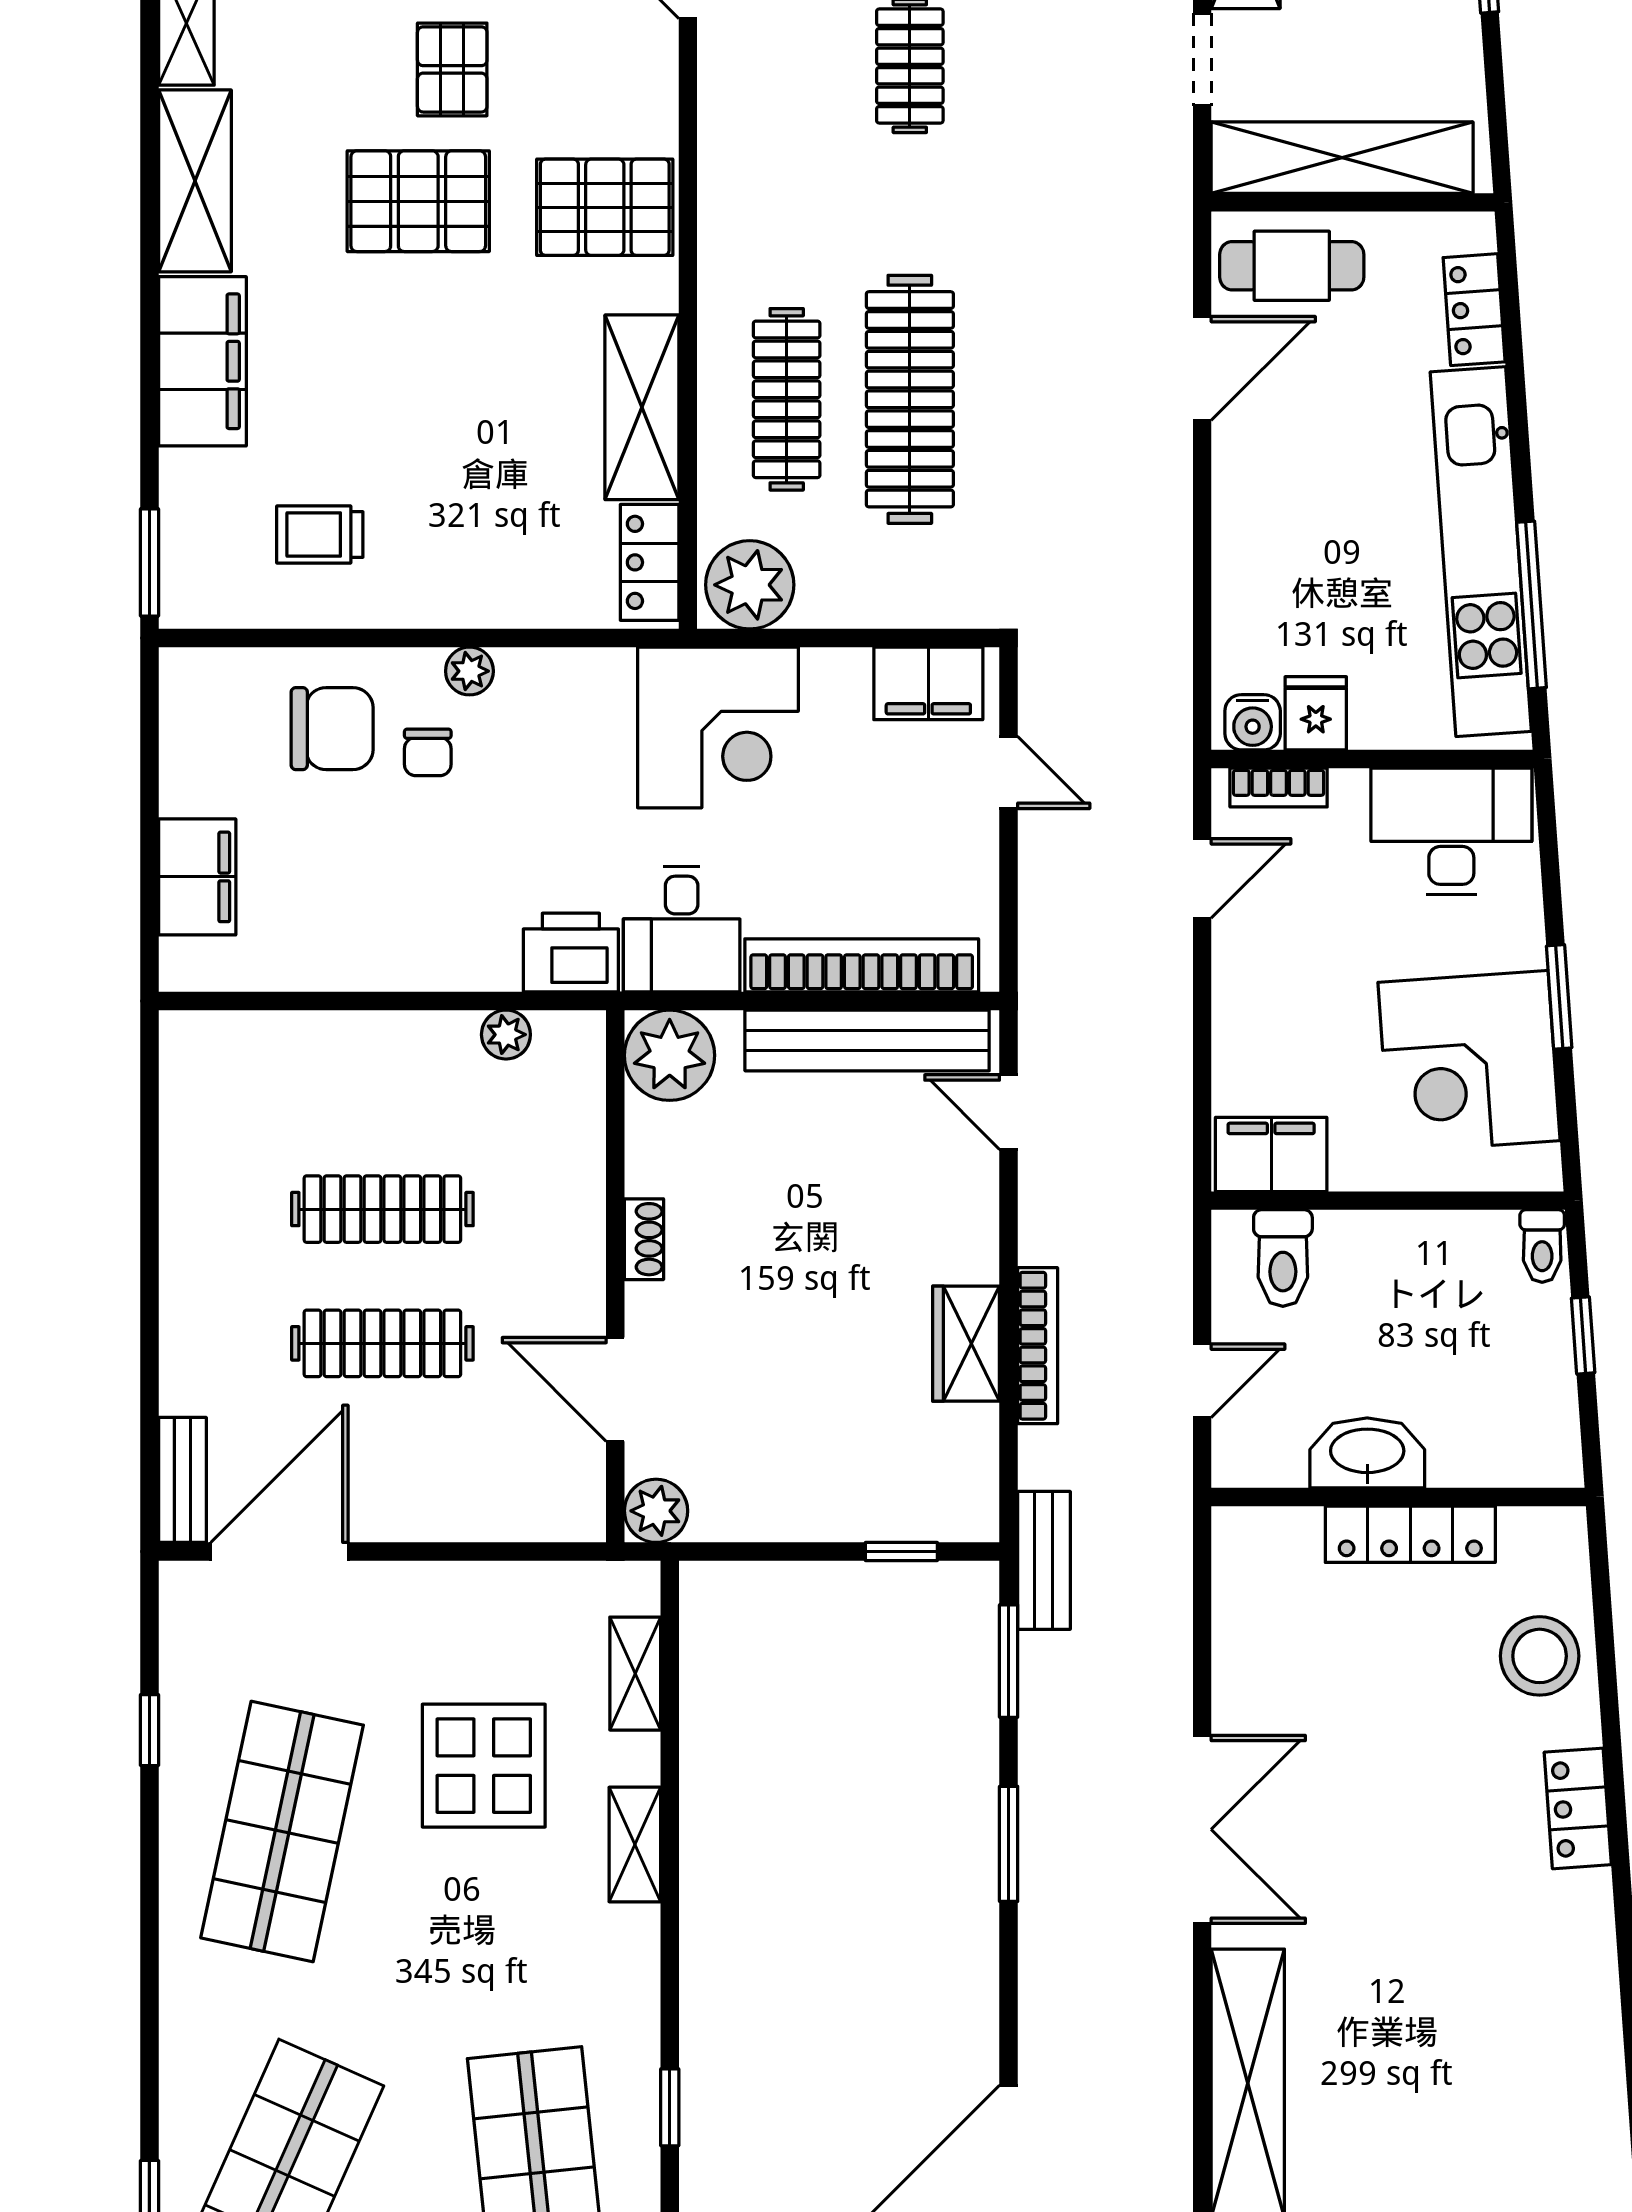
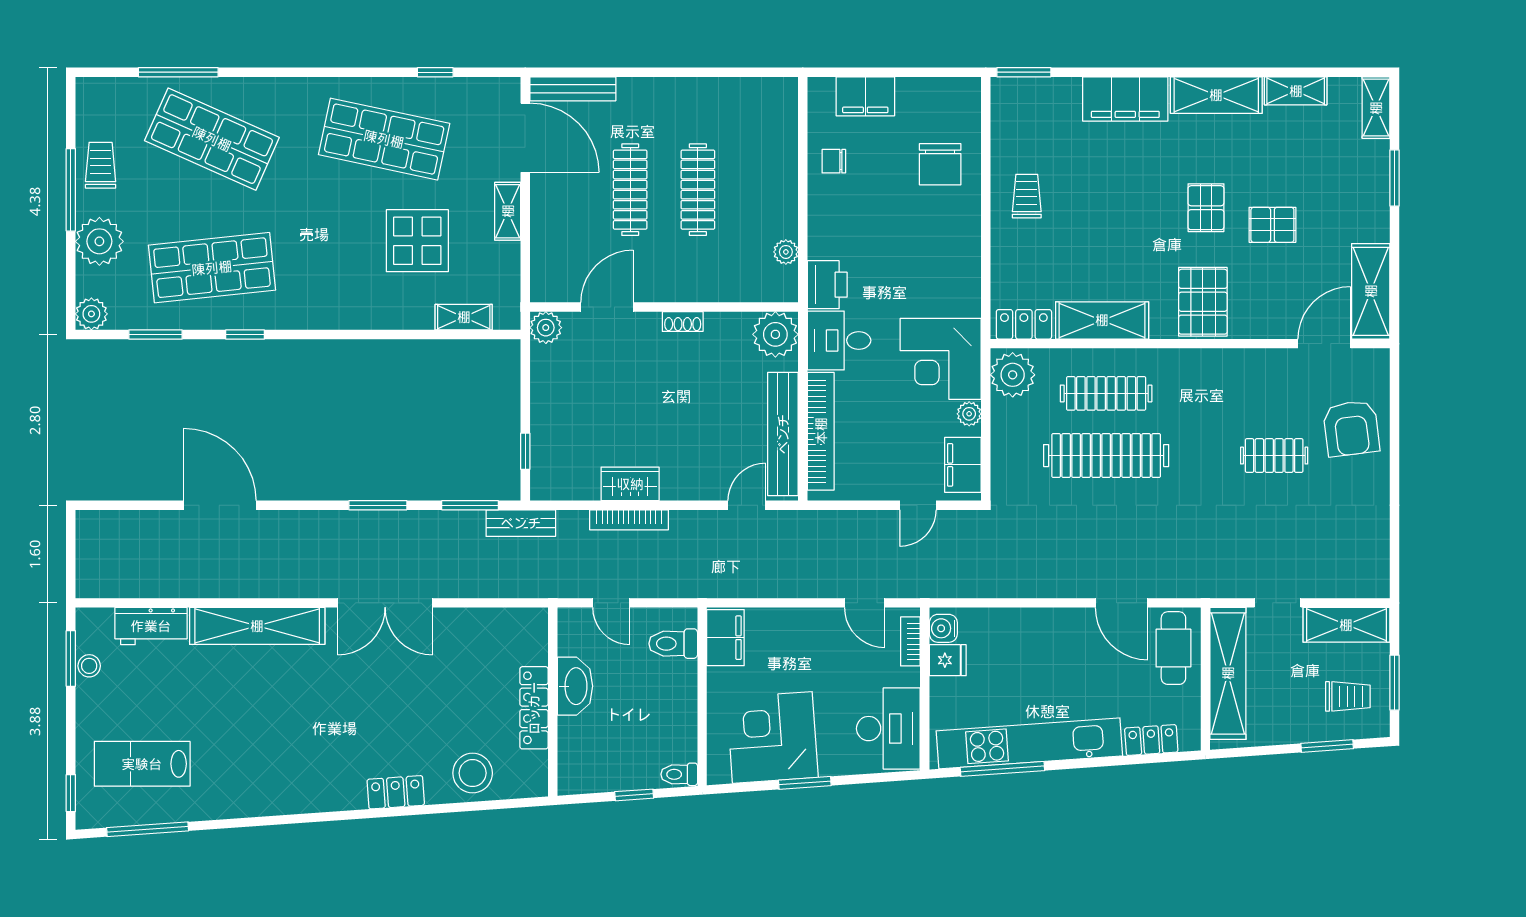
pallet: (418, 201) -> (1206, 208), width x0.67, depth x0.71
trolley: (320, 534) -> (1027, 196), moved
plant: (469, 671) -> (969, 414), moved
chair: (428, 752) -> (834, 161), moved
bench: (182, 1480) -> (573, 89), width x1.36
shelving: (635, 1844) -> (508, 211), moved, turned 90

